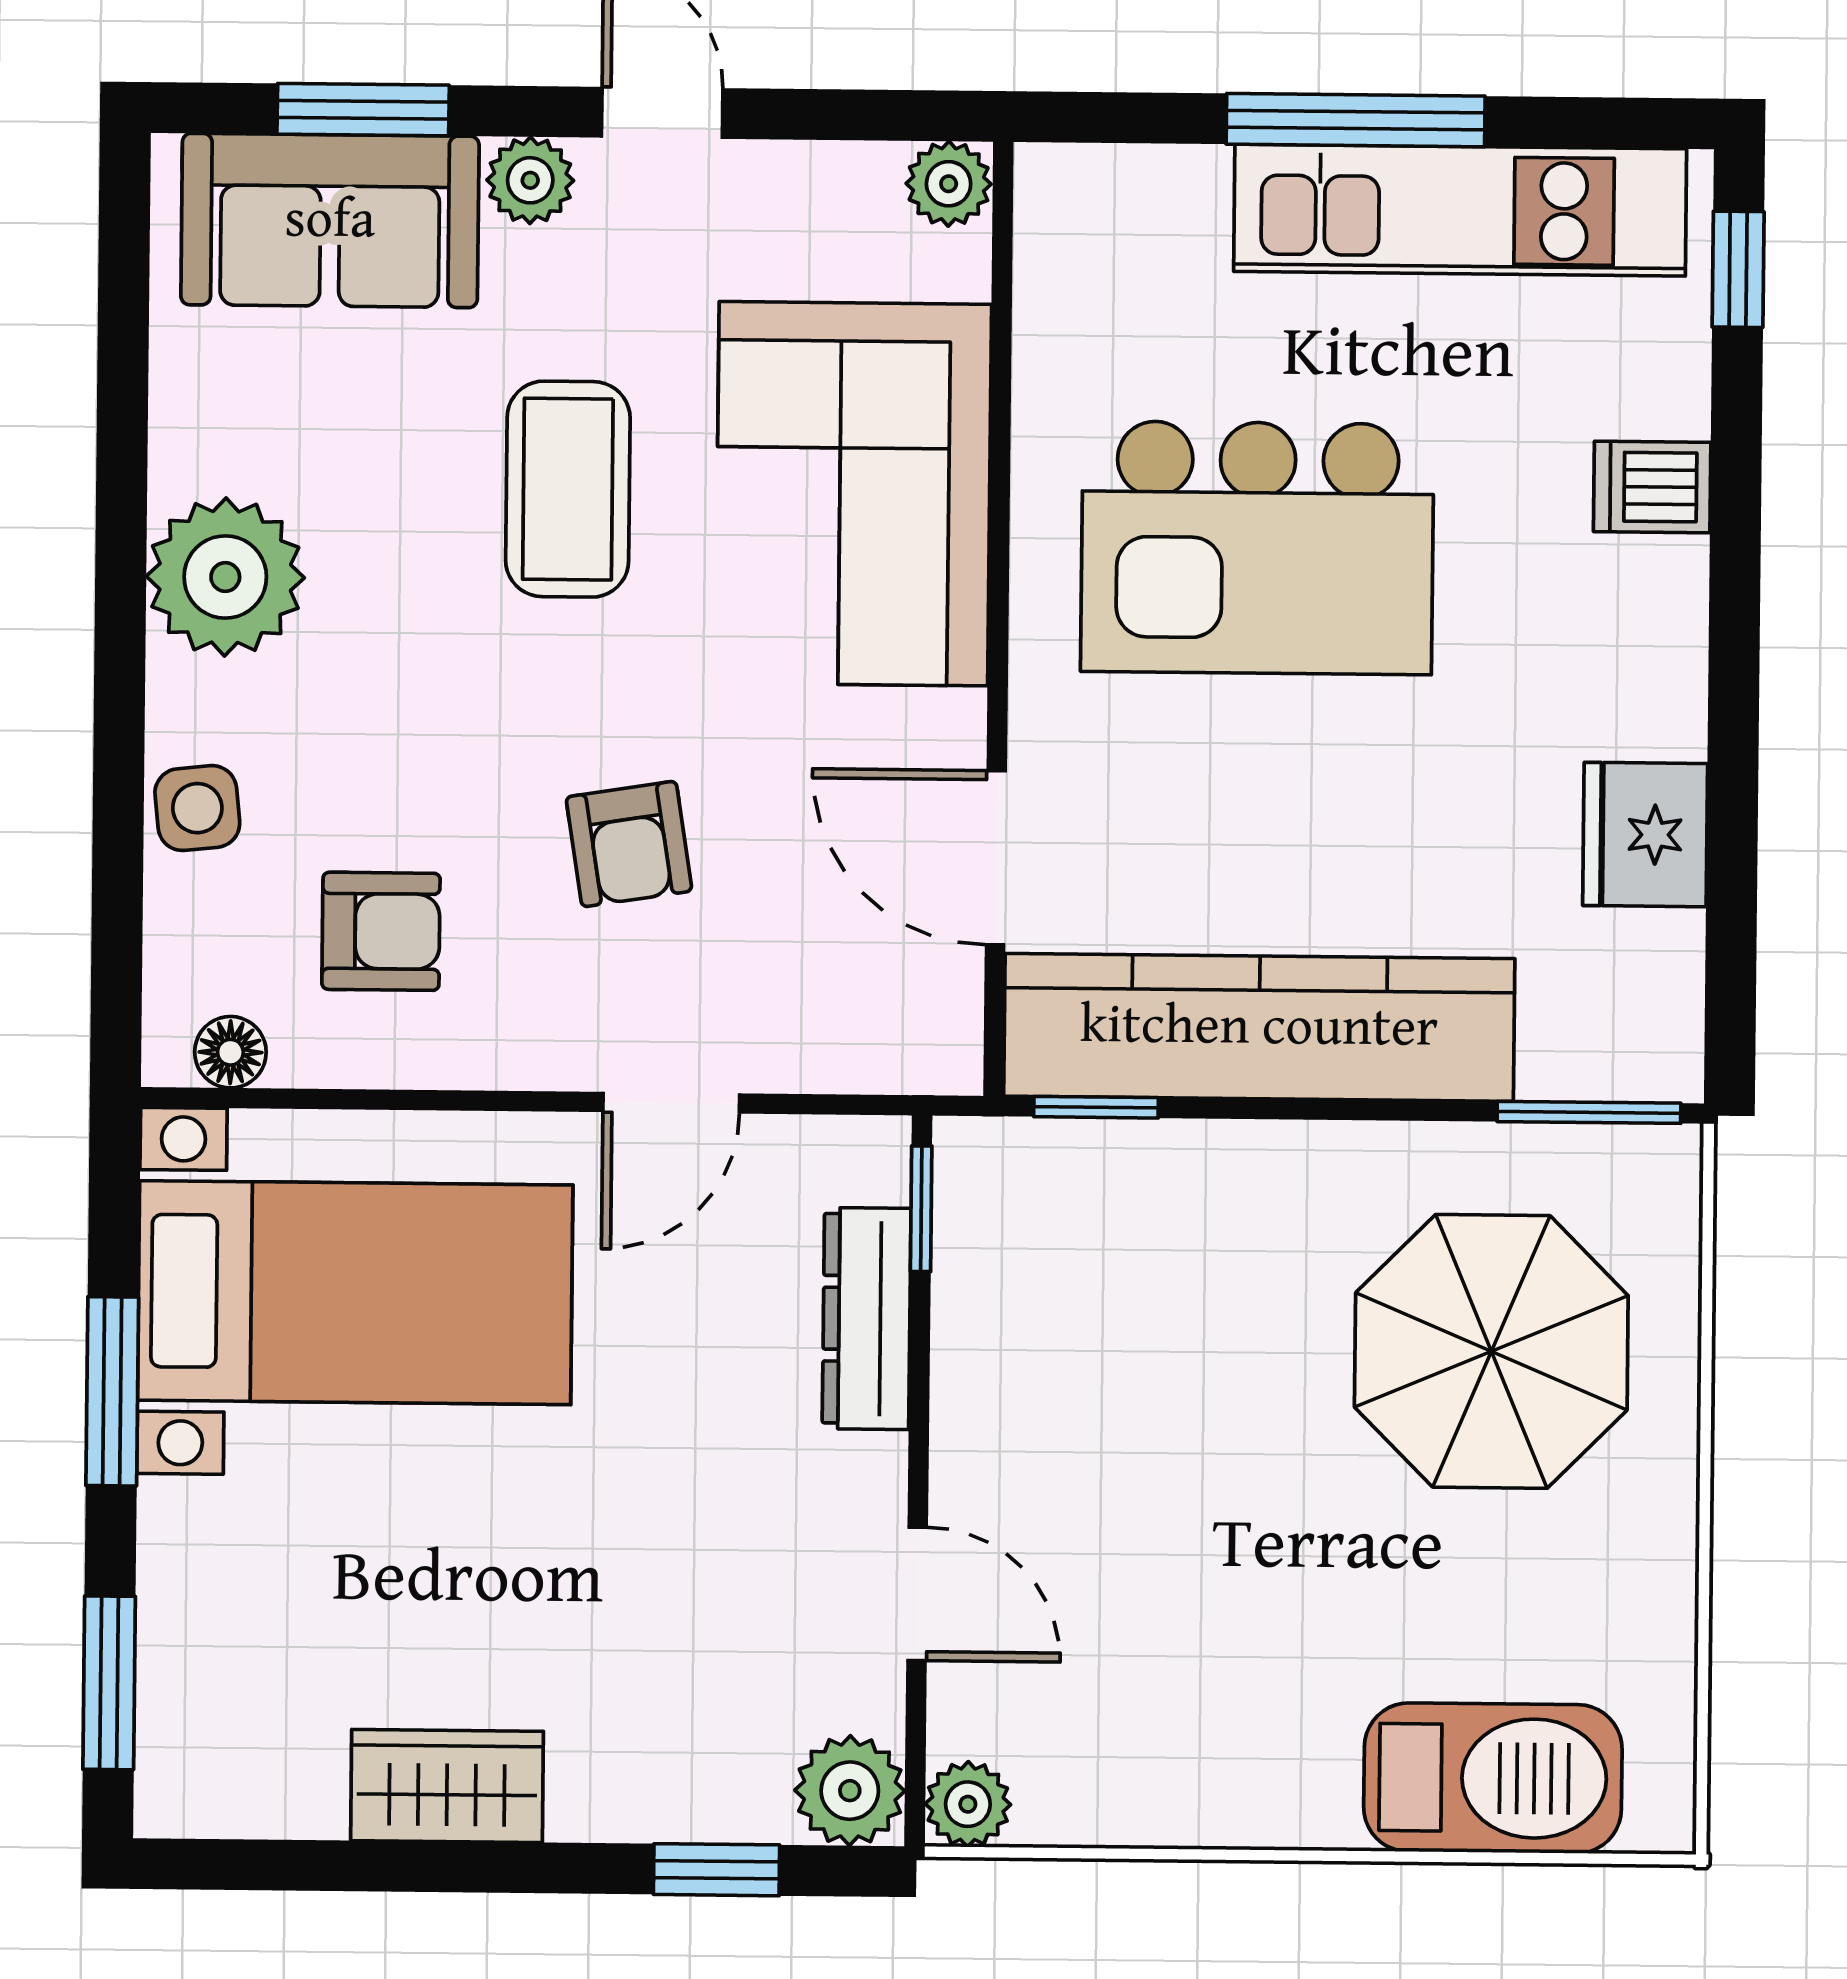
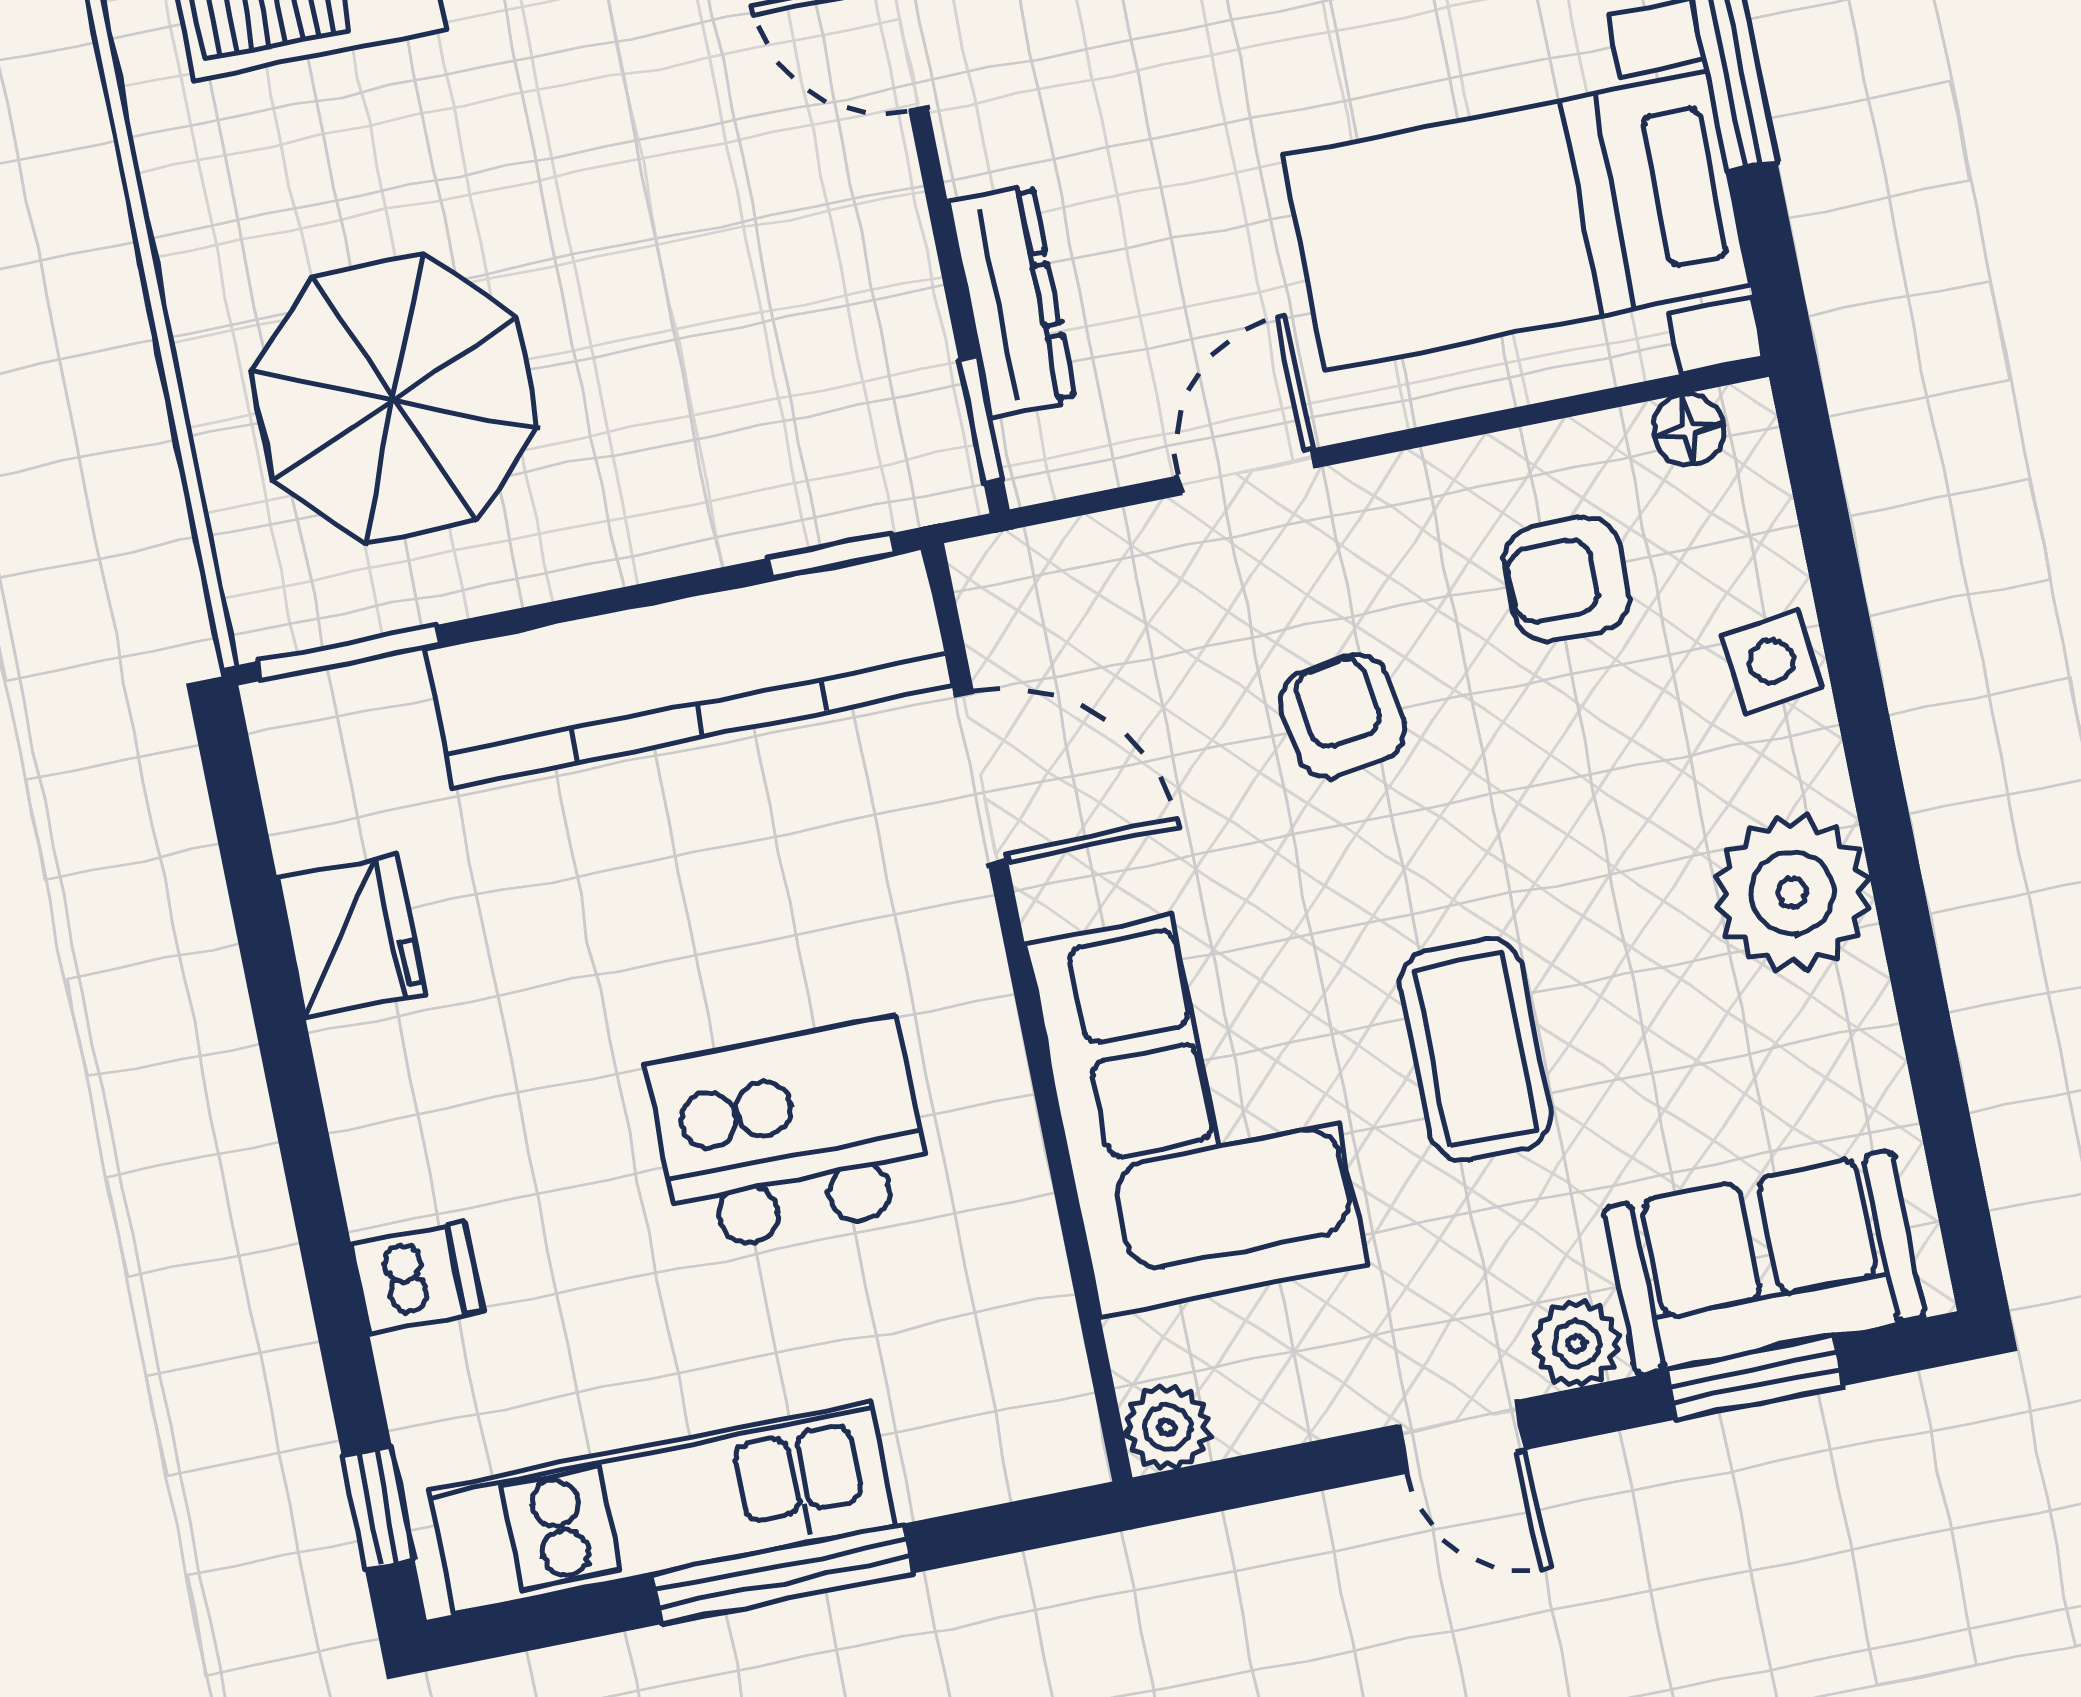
kitchen island: (1257, 548) -> (790, 1136), width x0.73, depth x0.78

